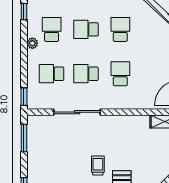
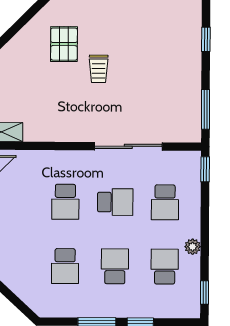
school desk: (52, 29) -> (165, 267), turned 180
school desk: (86, 29) -> (115, 266), turned -90
school desk: (52, 74) -> (165, 202), turned 90

